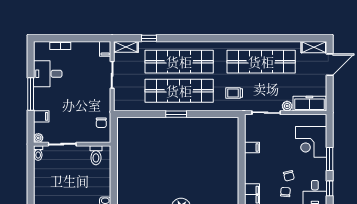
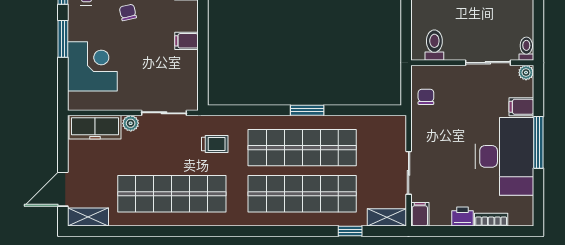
printer: (78, 47) -> (462, 216), added
desk: (48, 74) -> (504, 156), width x1.87, depth x1.30
filing cabinet: (252, 147) -> (186, 41), moved

